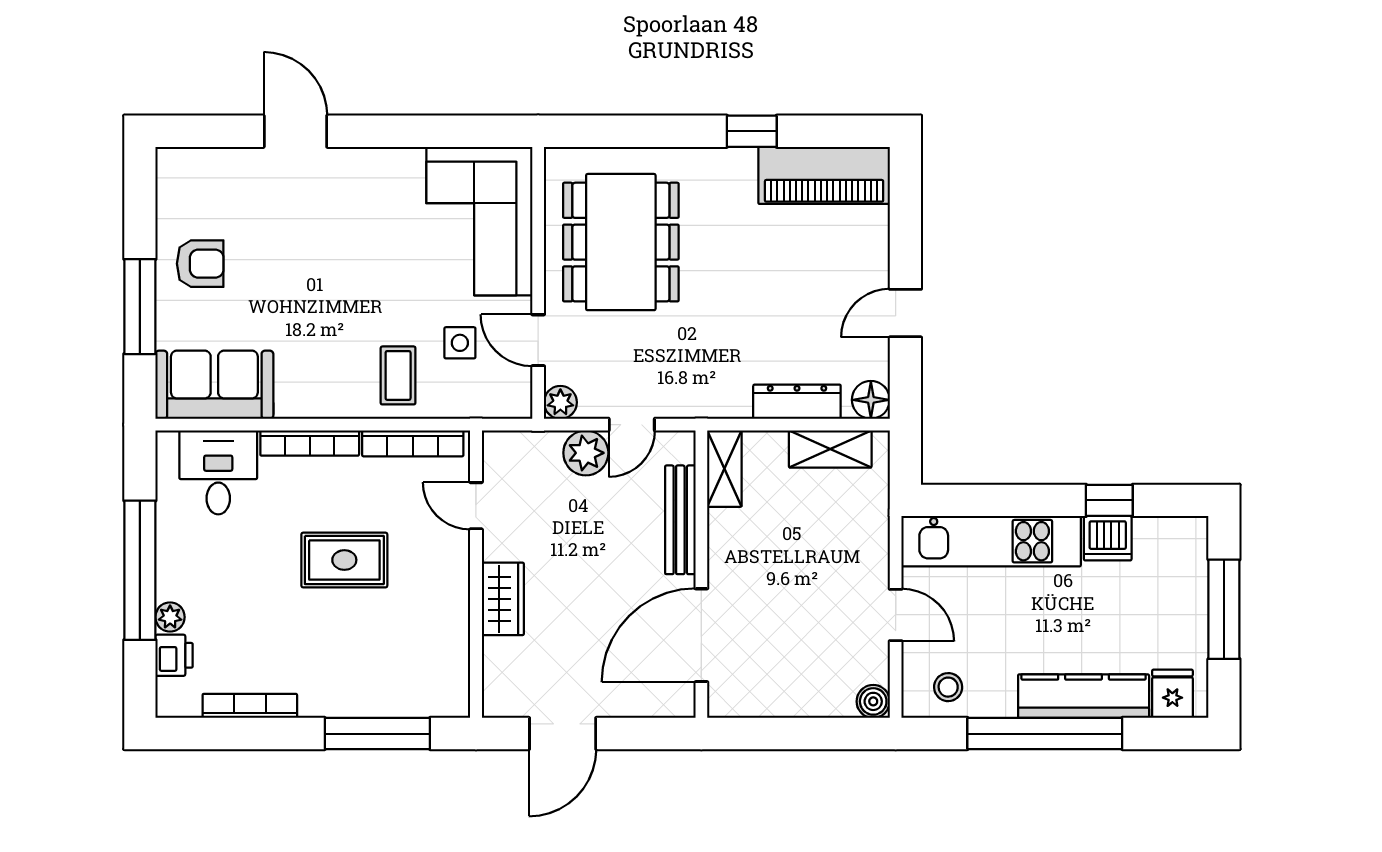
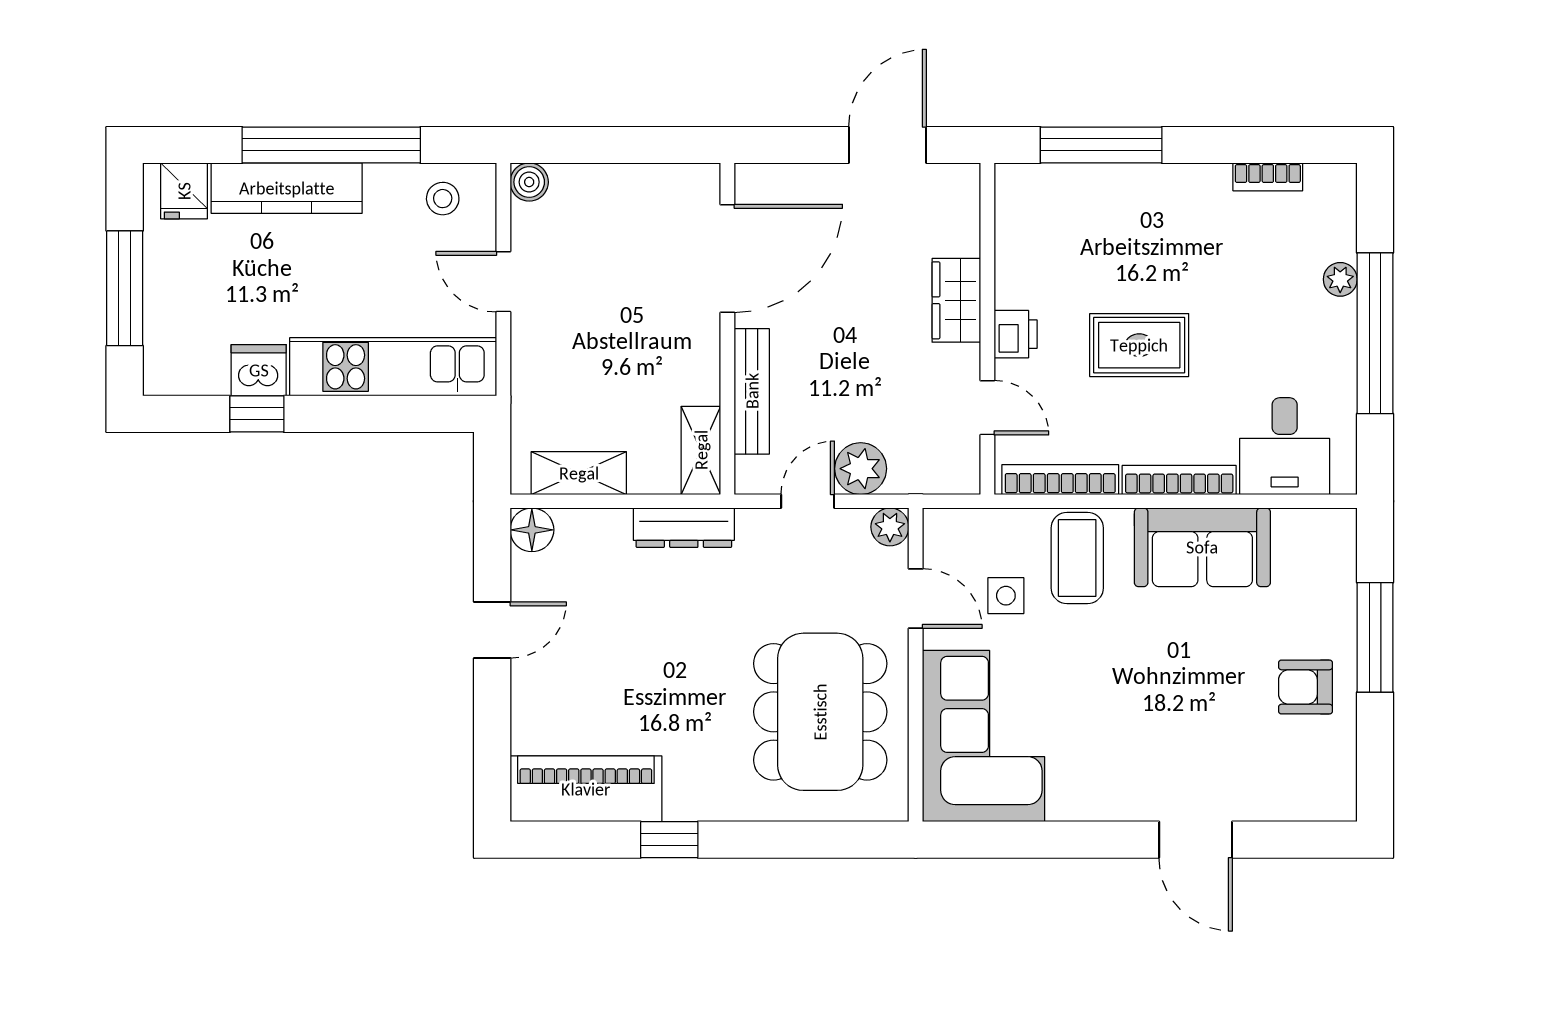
coffee table: (398, 375) -> (1077, 558), width x1.36, depth x1.30
sofa: (214, 385) -> (1202, 547), moved
dresser: (797, 402) -> (684, 528), moved
printer: (174, 655) -> (1016, 334), moved, turned 180
bookcase: (250, 706) -> (1268, 177), width x0.64

